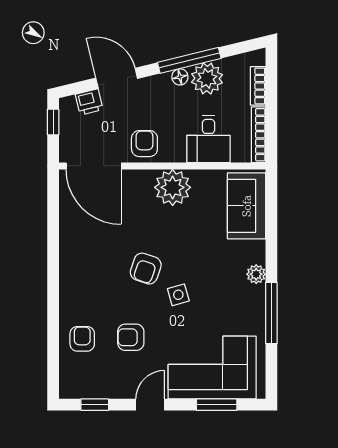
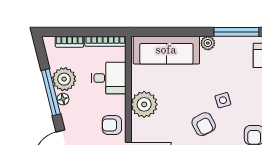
sofa: (247, 206) -> (166, 50), width x1.36
armchair: (146, 269) -> (204, 124), turned 43

